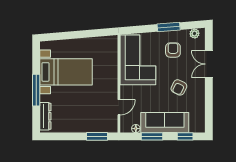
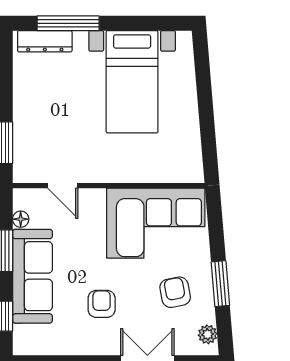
armchair: (173, 50) -> (175, 292), turned -101
armchair: (179, 87) -> (102, 304), turned 64
window: (36, 90) -> (68, 23), moved

